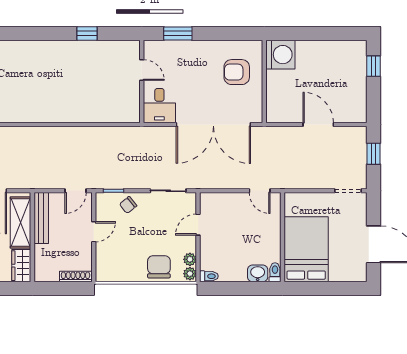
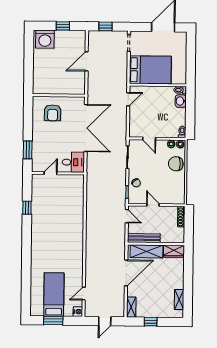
washing machine: (280, 55) -> (45, 39), moved, turned 180
window: (374, 66) -> (63, 26), moved
bed: (306, 249) -> (150, 70), moved, turned 180

